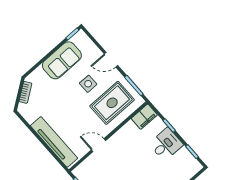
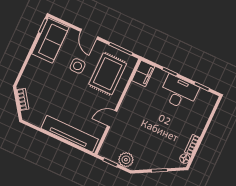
sofa: (62, 60) -> (50, 41), moved
door: (111, 60) -> (89, 34), hinge flipped
desk: (166, 144) -> (179, 92), width x1.37

